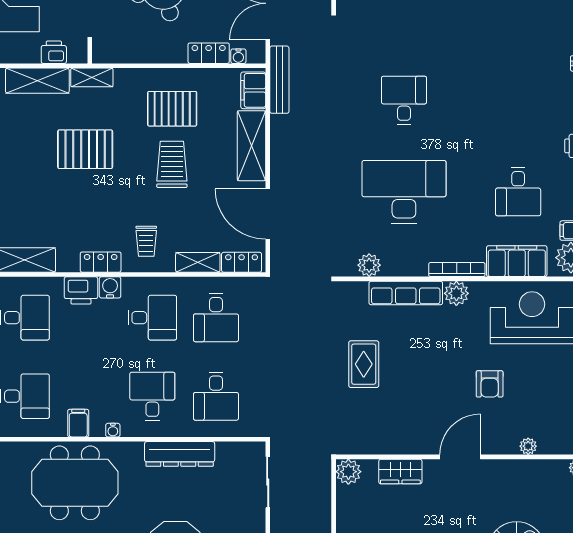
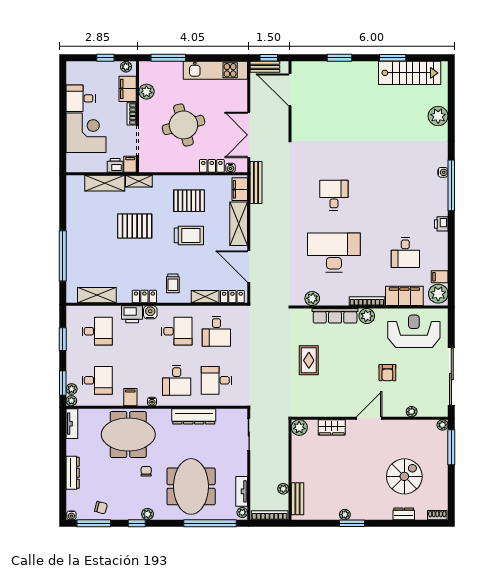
filing cabinet: (78, 51) -> (130, 164), added
trolley: (172, 164) -> (189, 235), turned 90
desk: (152, 396) -> (177, 380), turned 180
desk: (216, 396) -> (216, 380), turned 90

